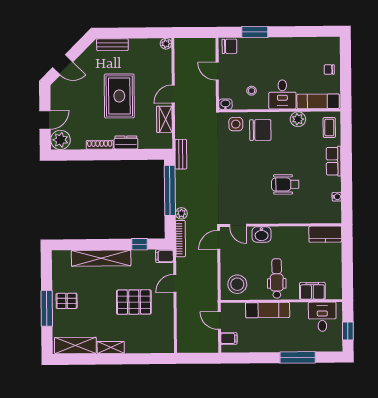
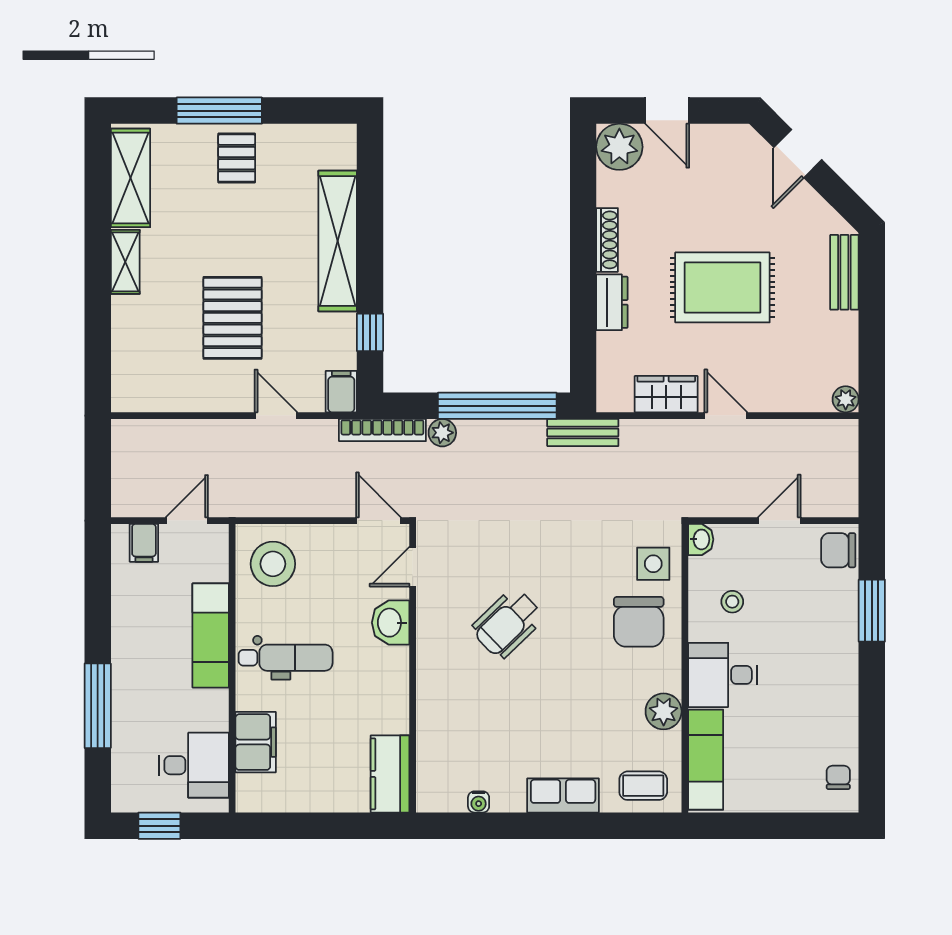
chair: (229, 46) -> (838, 550), turned 90
chair: (329, 69) -> (838, 777), moved
wheelchair: (285, 184) -> (507, 623), moved, turned -134

